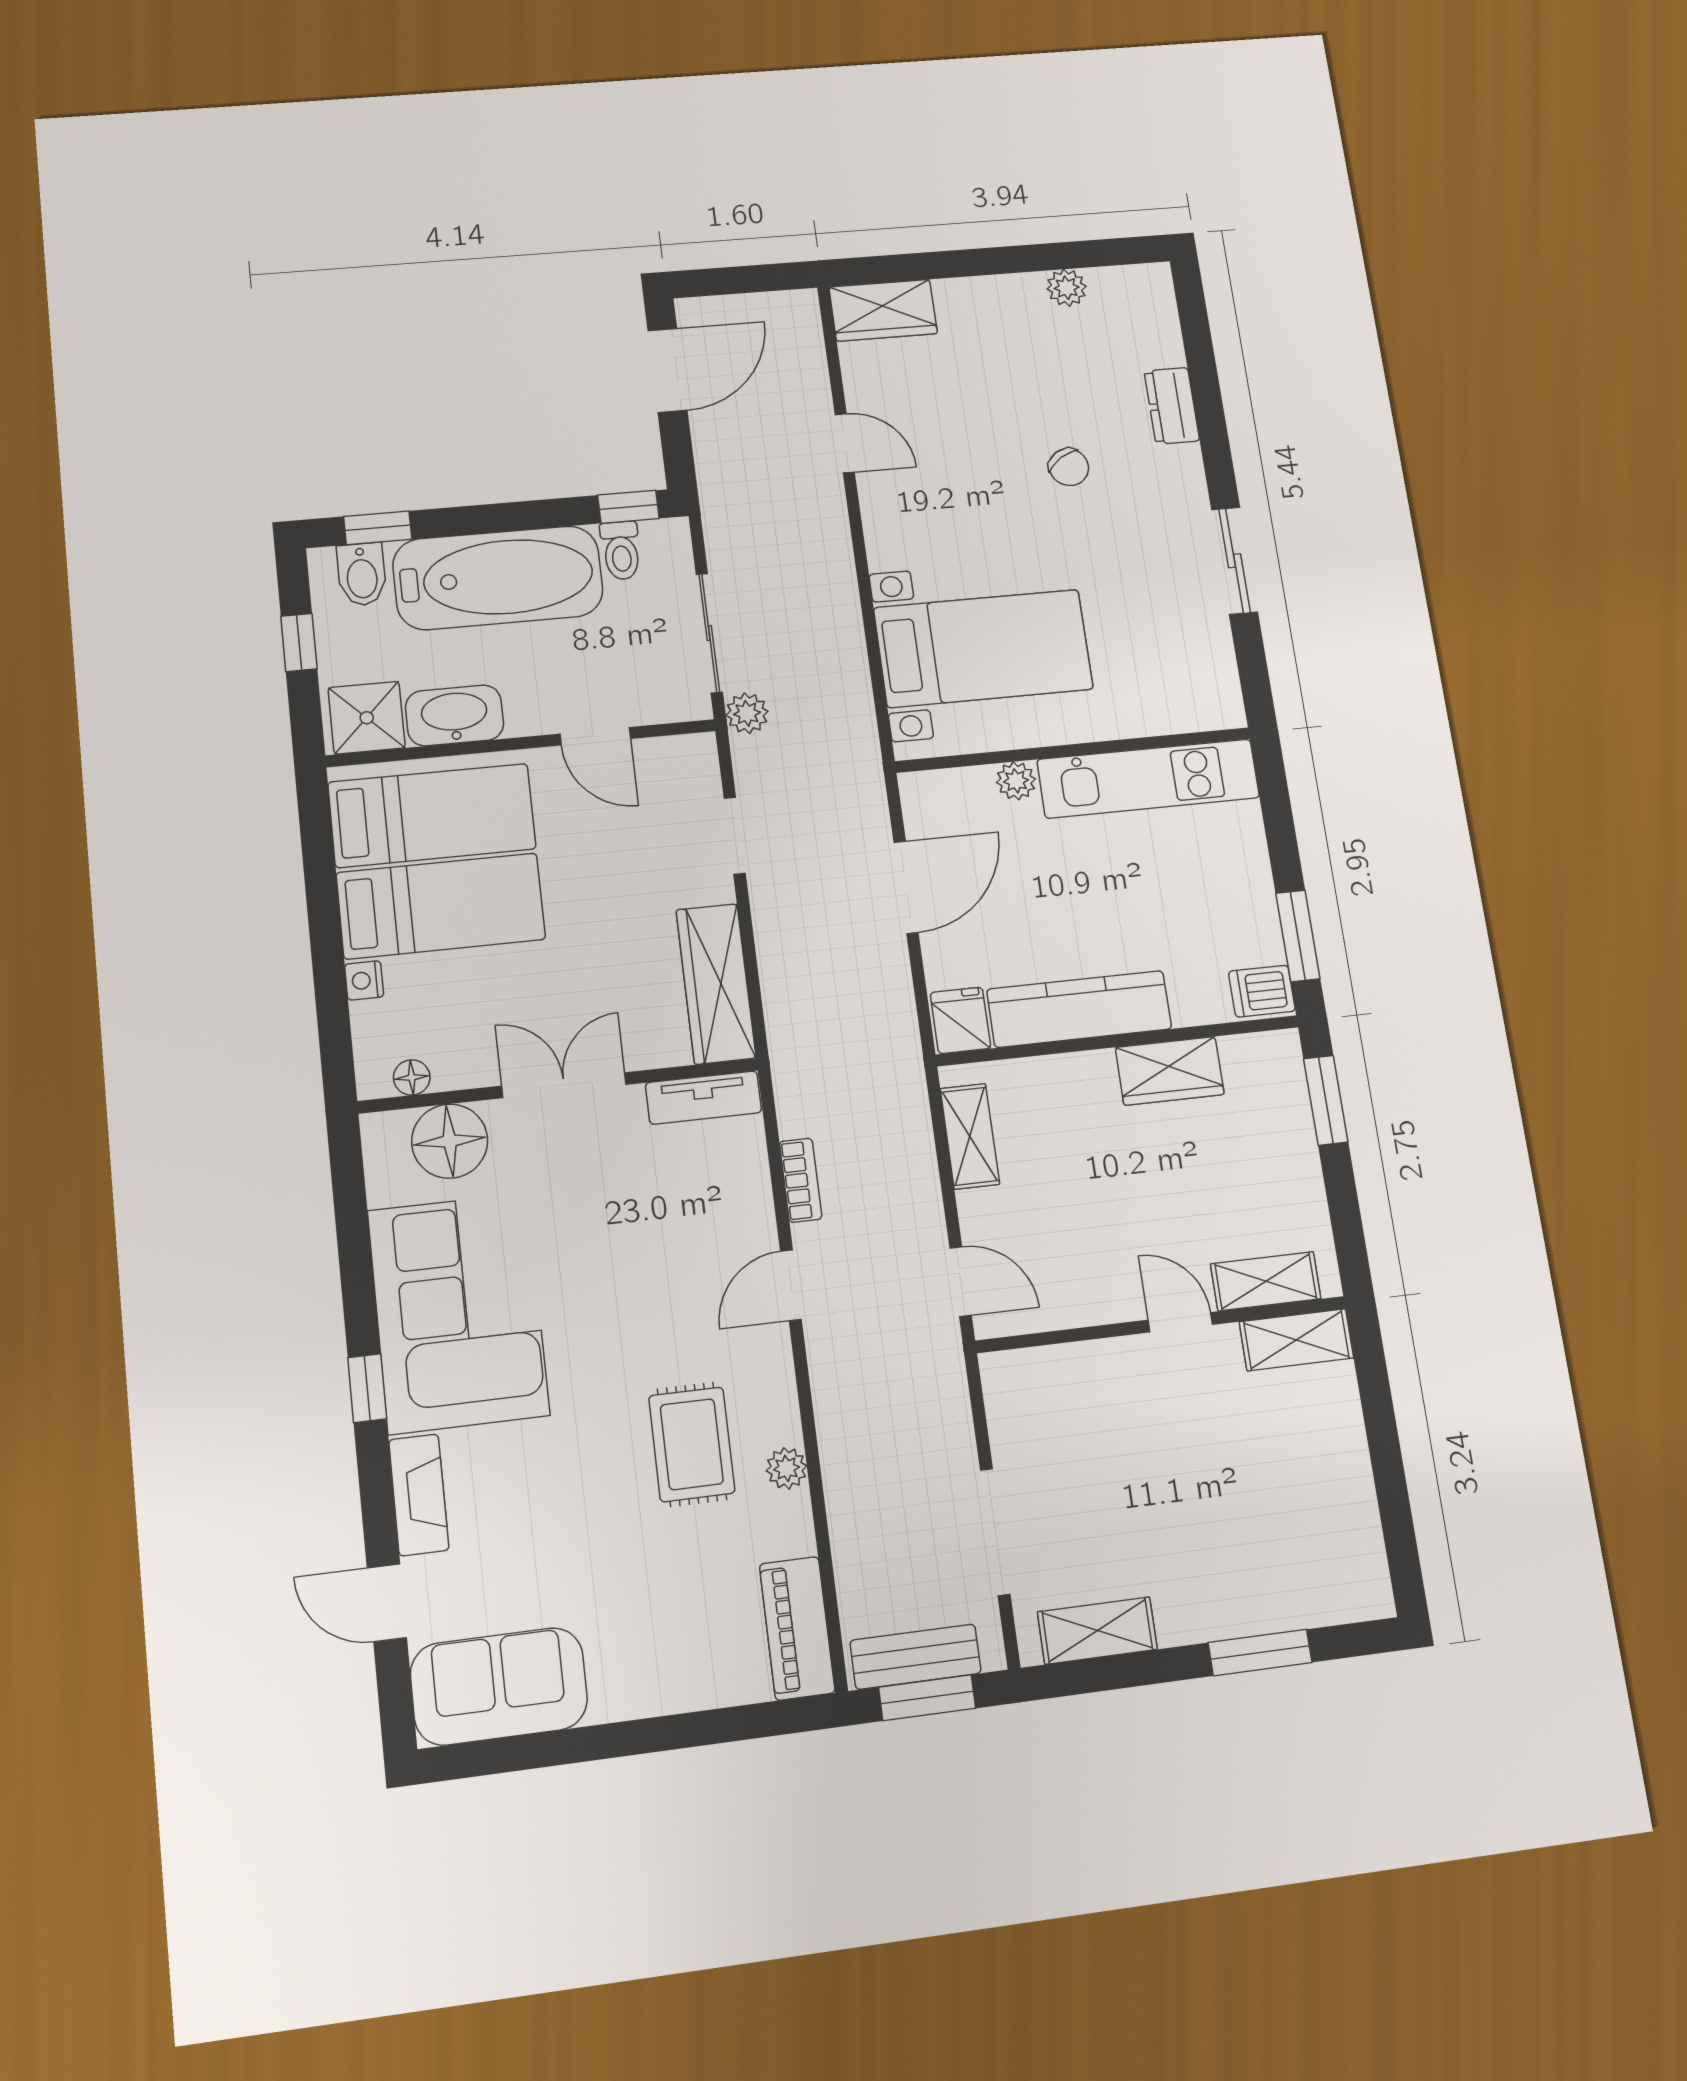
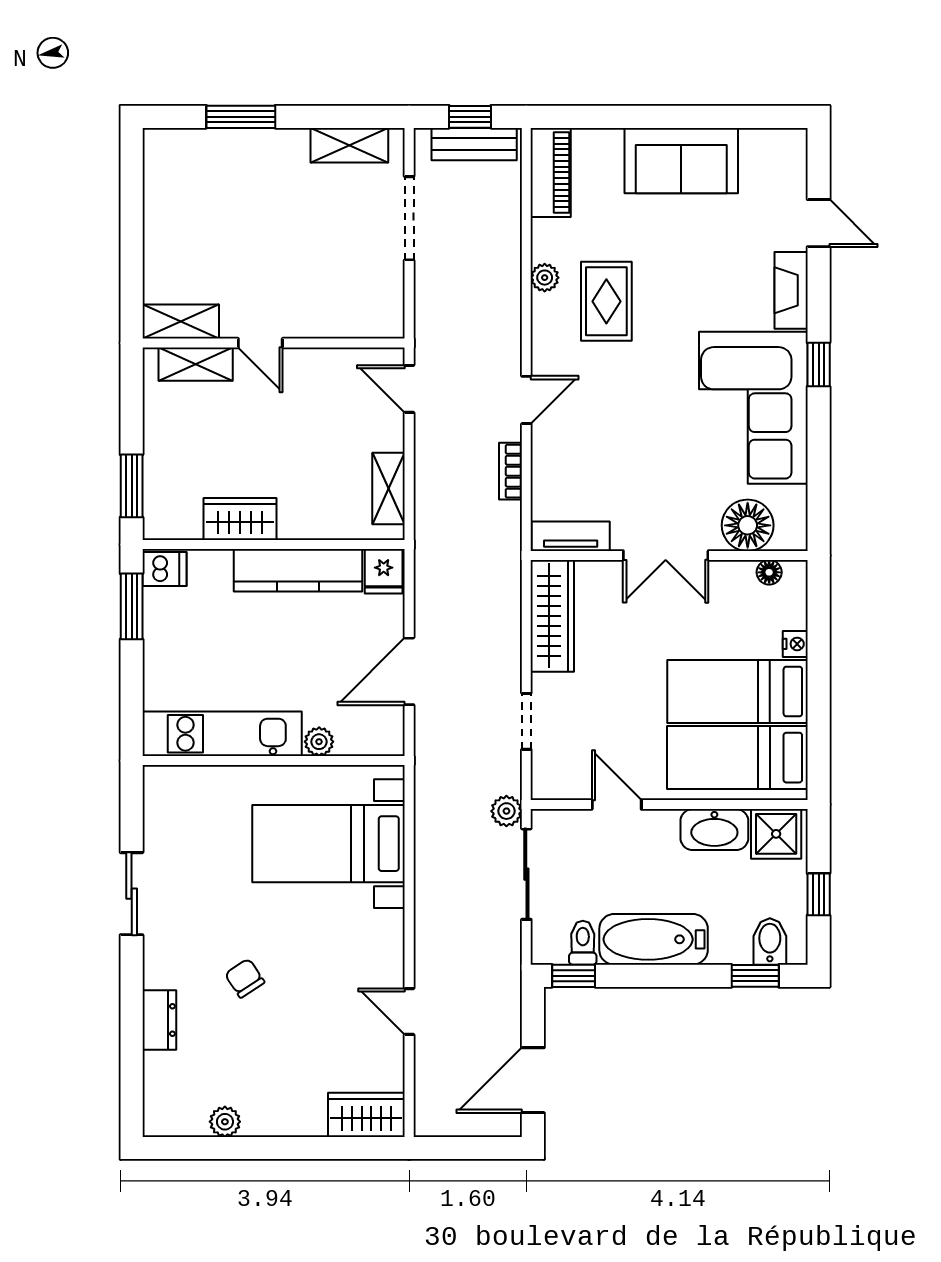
bathtub: (498, 578) -> (654, 939), width x0.73, depth x0.73
sofa: (499, 1686) -> (681, 161), moved
window: (927, 1698) -> (470, 117), width x0.67

